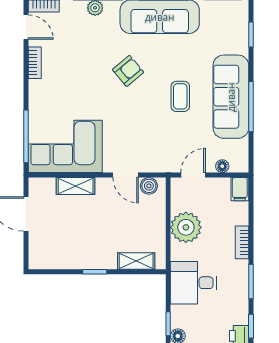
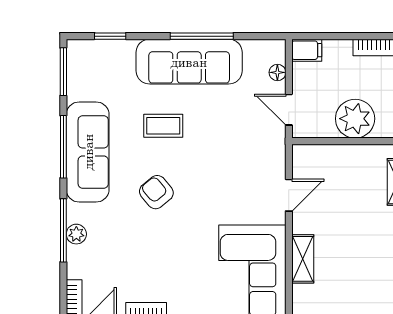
coffee table: (180, 96) -> (163, 126), moved
boiler: (149, 186) -> (302, 166), removed

